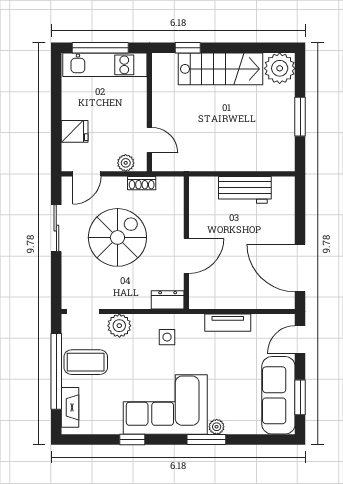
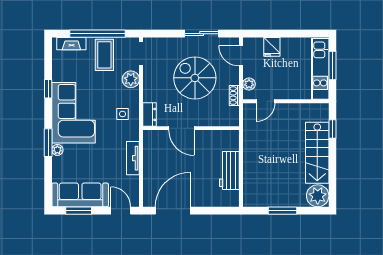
window: (100, 48) -> (333, 66), width x0.69
spiral stairs: (117, 237) -> (195, 78), turned 180

